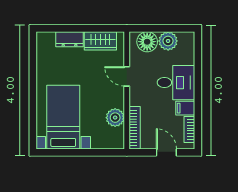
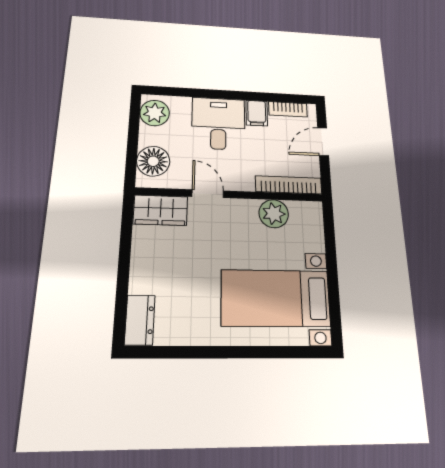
dresser: (70, 39) -> (140, 320), moved
wardrobe: (100, 41) -> (161, 210), moved, turned 90
plant: (168, 41) -> (155, 113), moved
door: (127, 76) -> (208, 194), swing flipped

